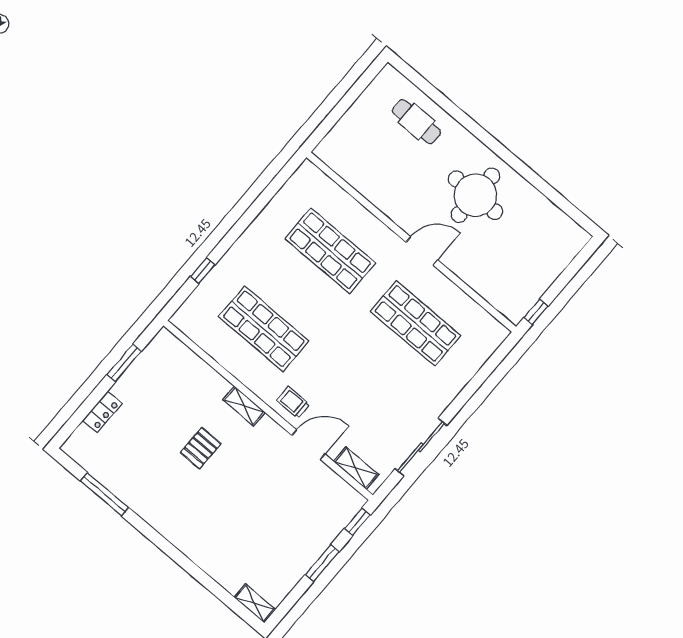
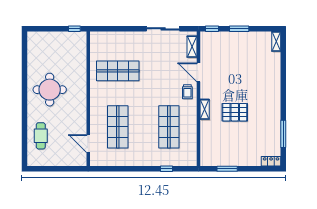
door: (422, 251) -> (88, 144), moved
shop shelf: (416, 323) -> (118, 71), turned 90
locker: (102, 412) -> (271, 161), moved
pallet: (201, 448) -> (235, 112), width x1.50, depth x1.42

